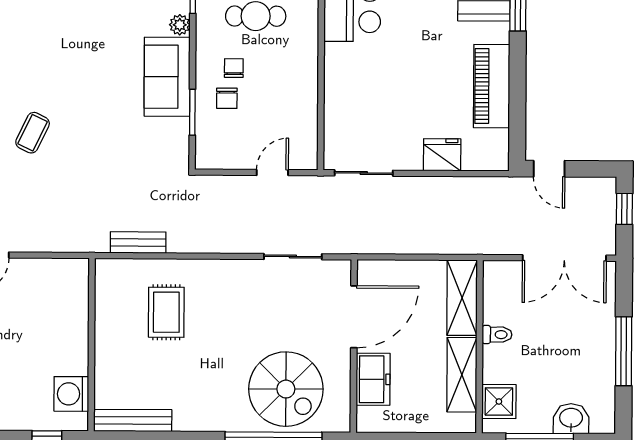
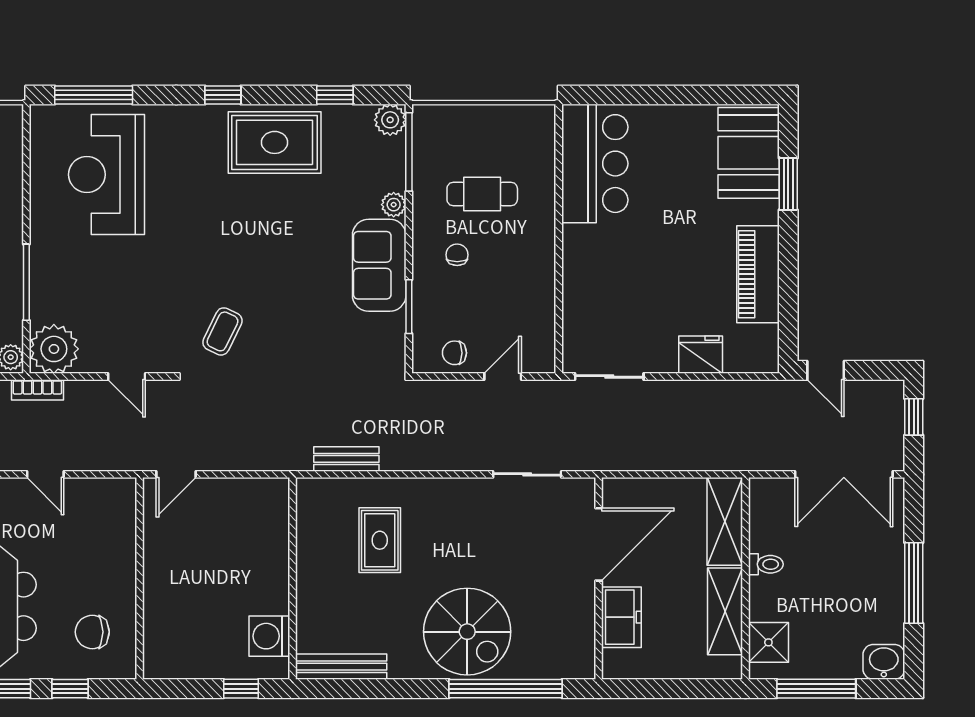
chair: (227, 98) -> (454, 353), moved, turned 90
spiral stairs: (286, 389) -> (467, 632), moved
washbasin: (571, 419) -> (884, 662), moved

